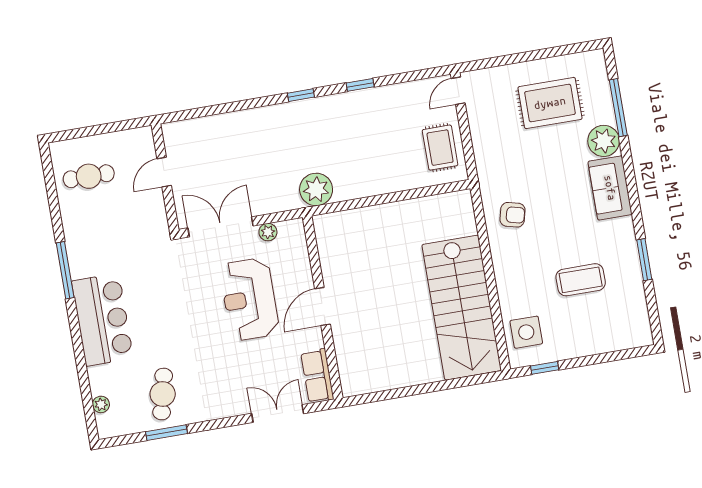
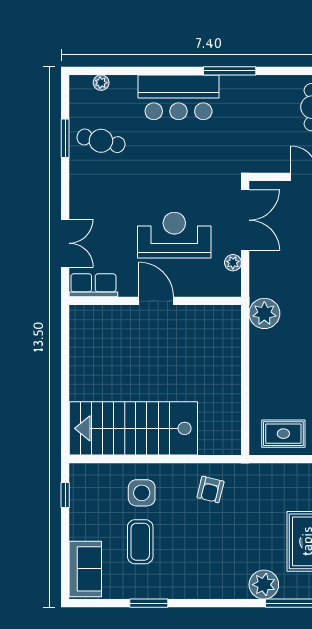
sofa: (610, 188) -> (85, 569), moved, turned 90
side table: (526, 332) -> (142, 493), moved

